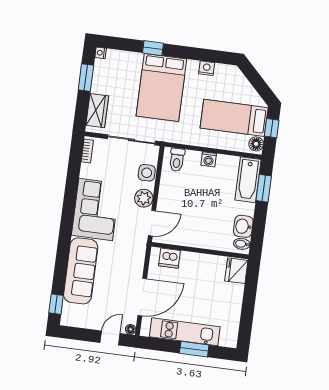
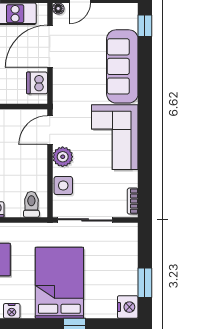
nightstand: (101, 53) -> (128, 307), width x1.89, depth x1.79
wardrobe: (97, 111) -> (127, 248), removed
dishwasher: (169, 258) -> (37, 83), moved, turned -90

